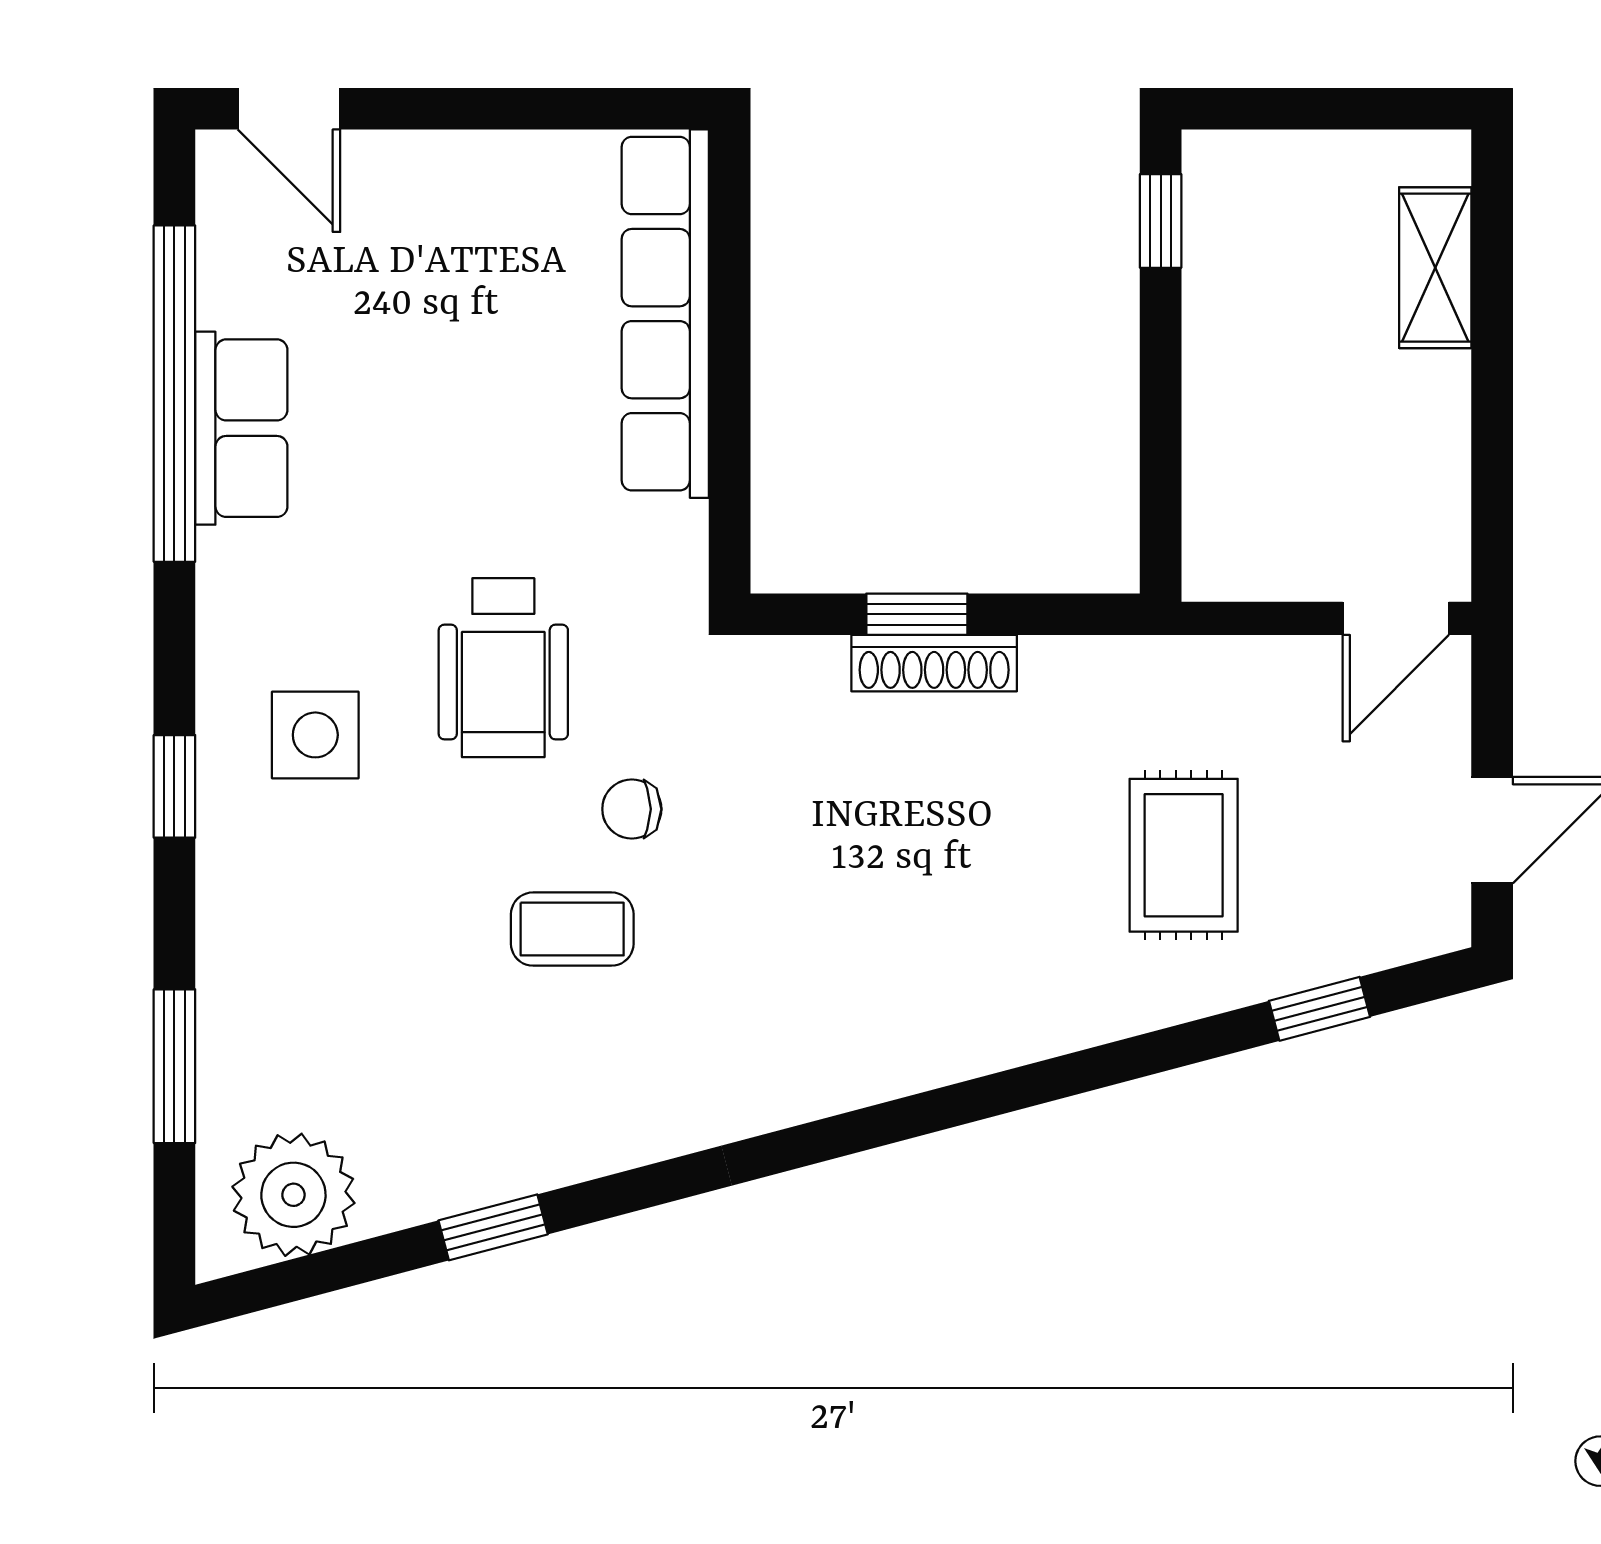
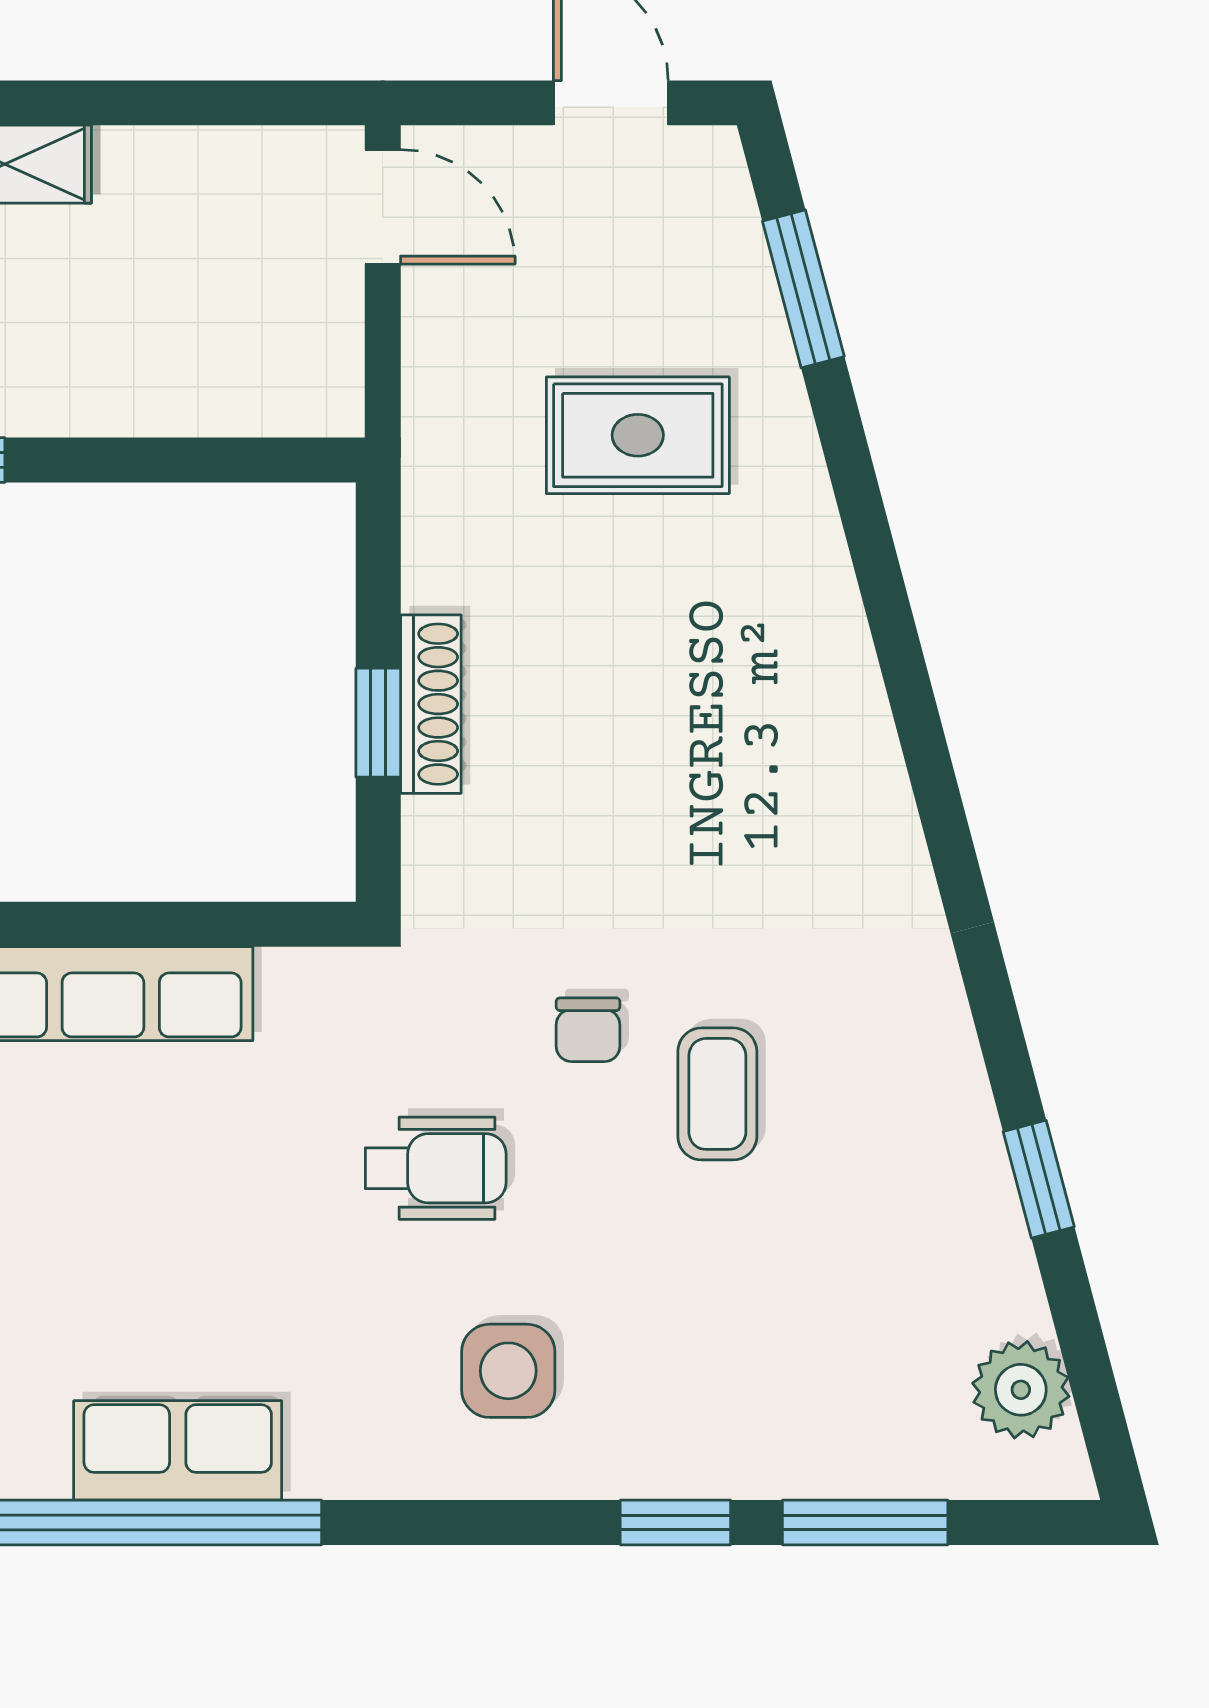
wheelchair: (503, 668) -> (436, 1168), width x0.73, depth x0.73
window: (174, 786) -> (675, 1523), moved
window: (1319, 1009) -> (803, 289), width x1.50
plant: (293, 1195) -> (1021, 1390), width x0.73, depth x0.73

